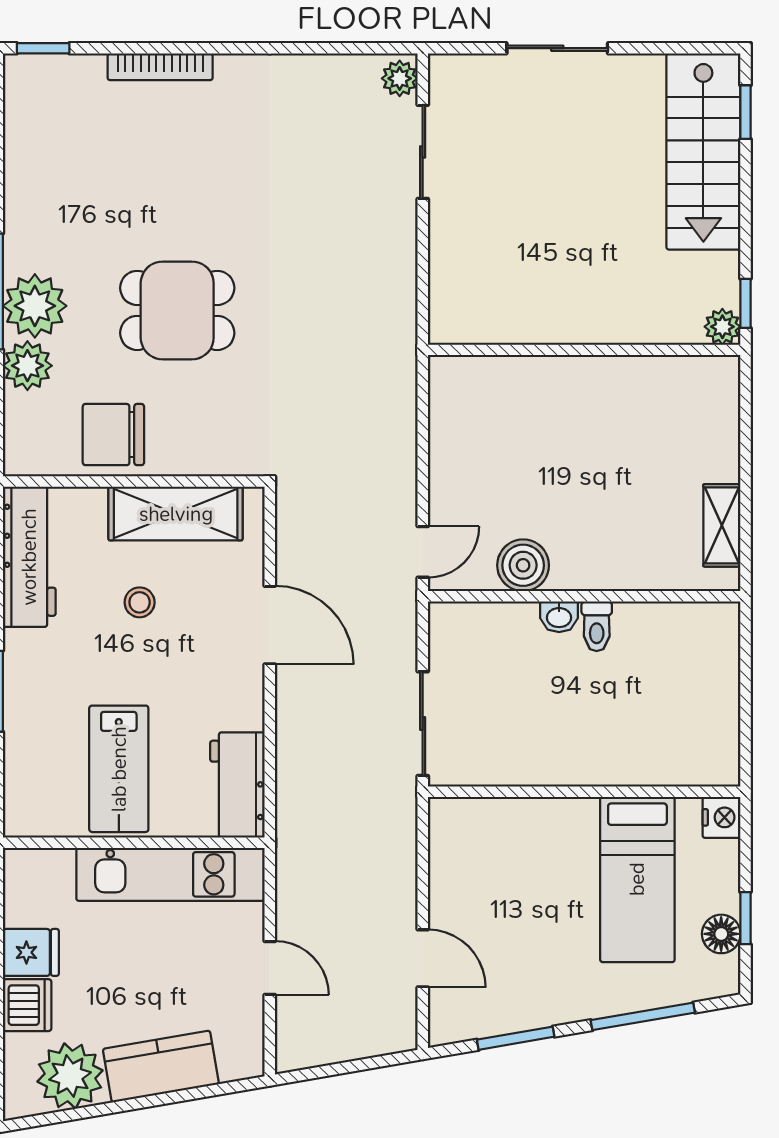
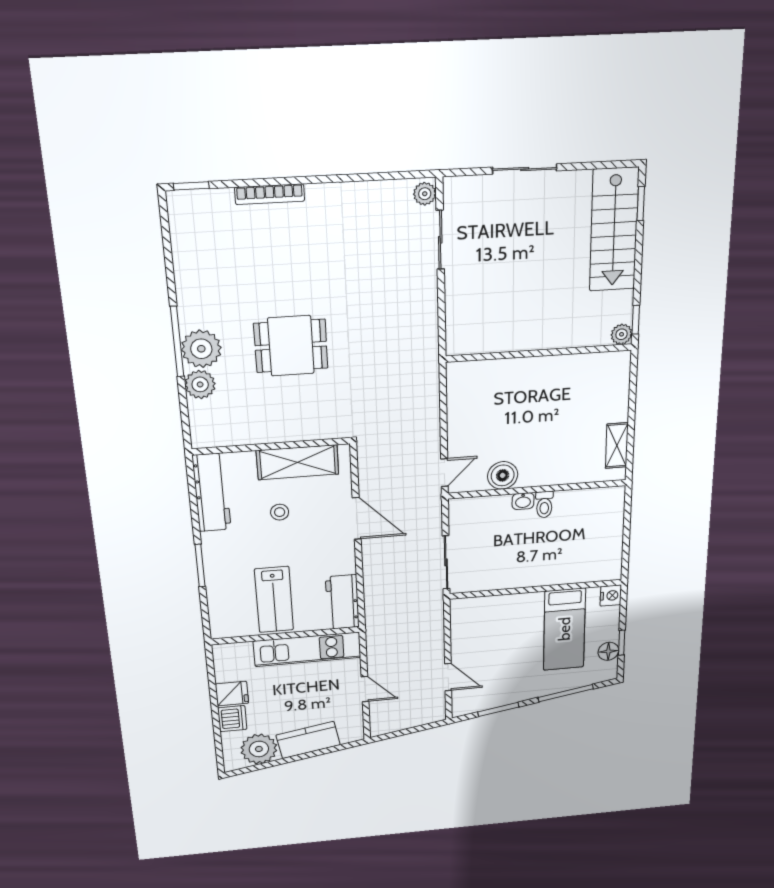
chair: (113, 435) -> (257, 421), removed

